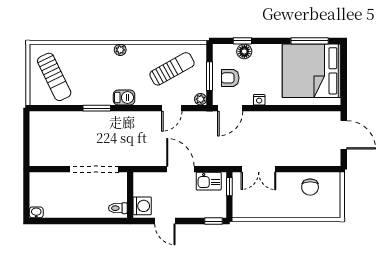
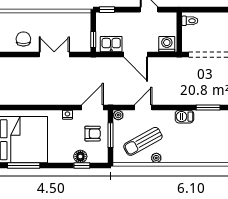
plant: (120, 50) -> (156, 158), moved
double door: (259, 169) -> (54, 55), moved
washing machine: (142, 206) -> (167, 44), moved, turned 90

